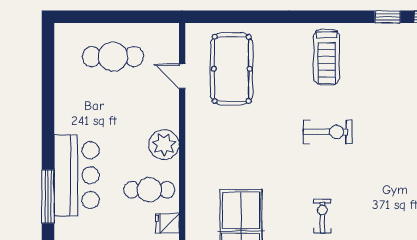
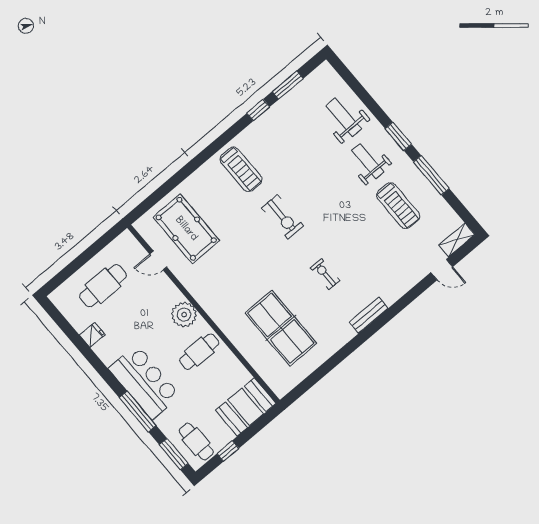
exercise bike: (328, 132) -> (283, 217), turned 90
fridge: (167, 223) -> (92, 335), moved, turned 180

